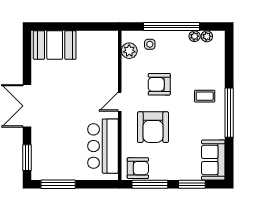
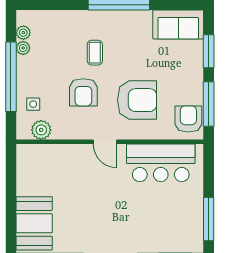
coffee table: (205, 96) -> (95, 53), moved

